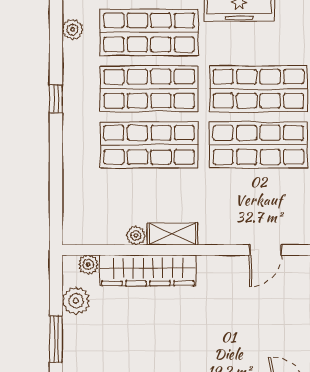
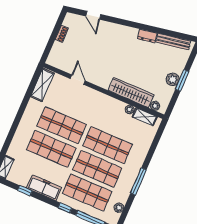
window: (56, 99) -> (138, 182), width x2.17
shelving: (172, 234) -> (145, 117), moved
door: (266, 250) -> (78, 80), hinge flipped
plant: (76, 301) -> (173, 79), moved

